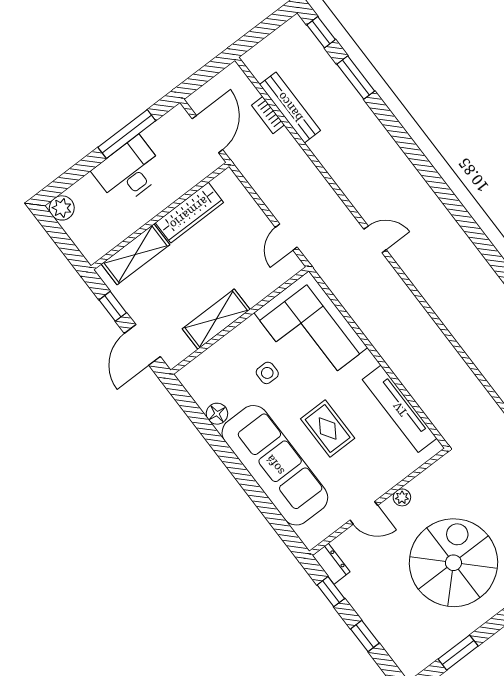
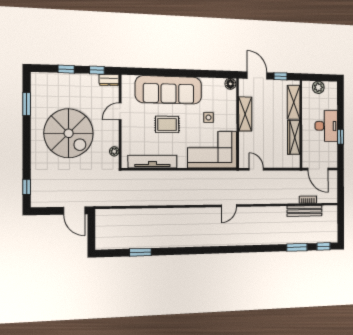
window: (127, 134) -> (340, 137), width x0.46
plant: (62, 208) -> (318, 87), moved
floor lamp: (217, 414) -> (230, 84), moved
plant: (402, 497) -> (114, 151), moved

